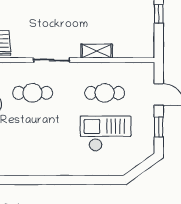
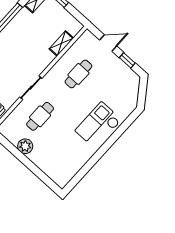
shelving: (97, 51) -> (61, 43), moved
checkout: (106, 134) -> (98, 125), moved

